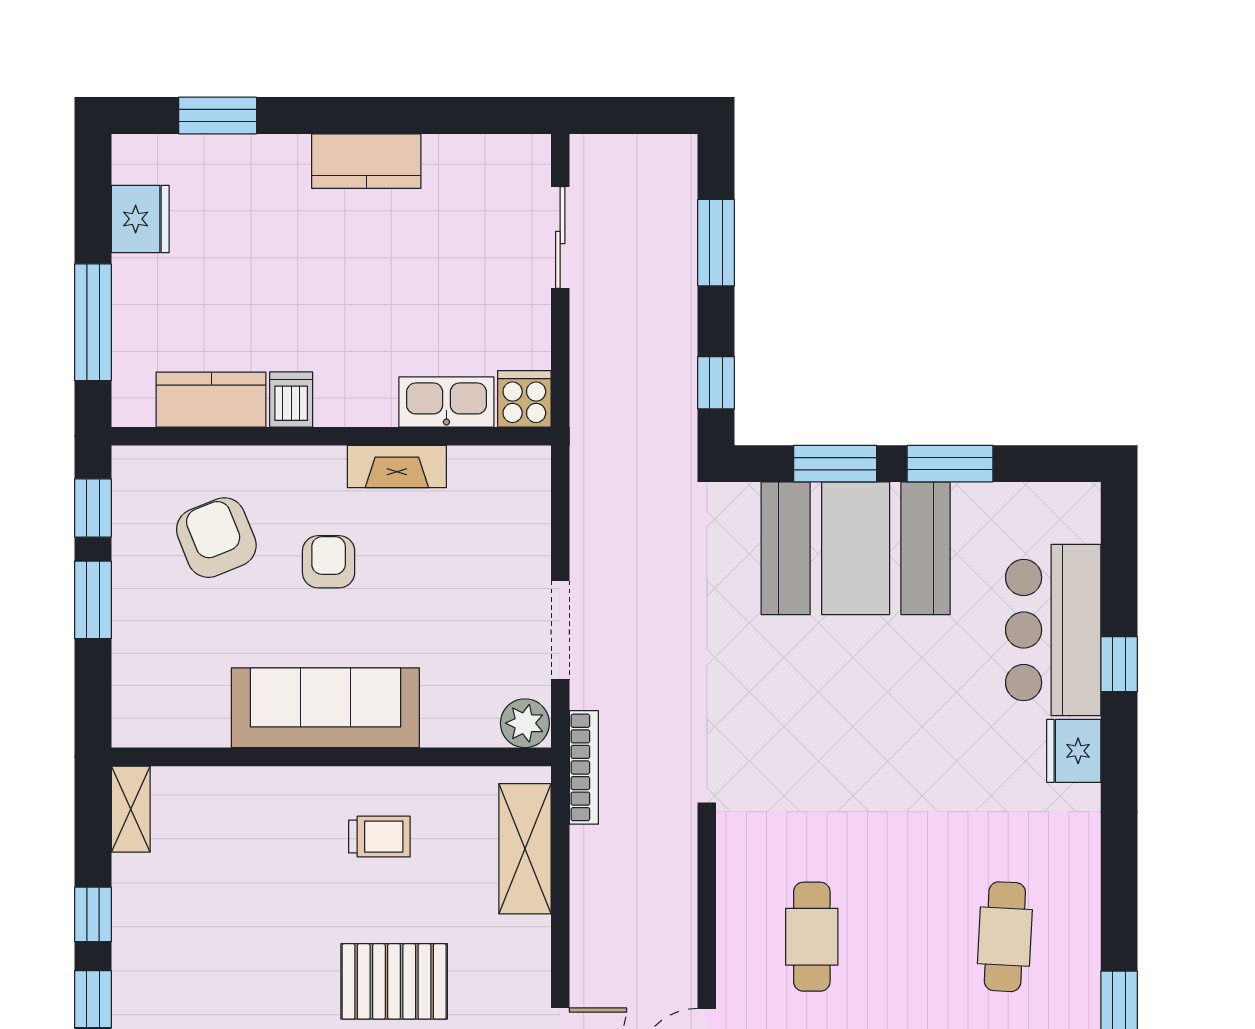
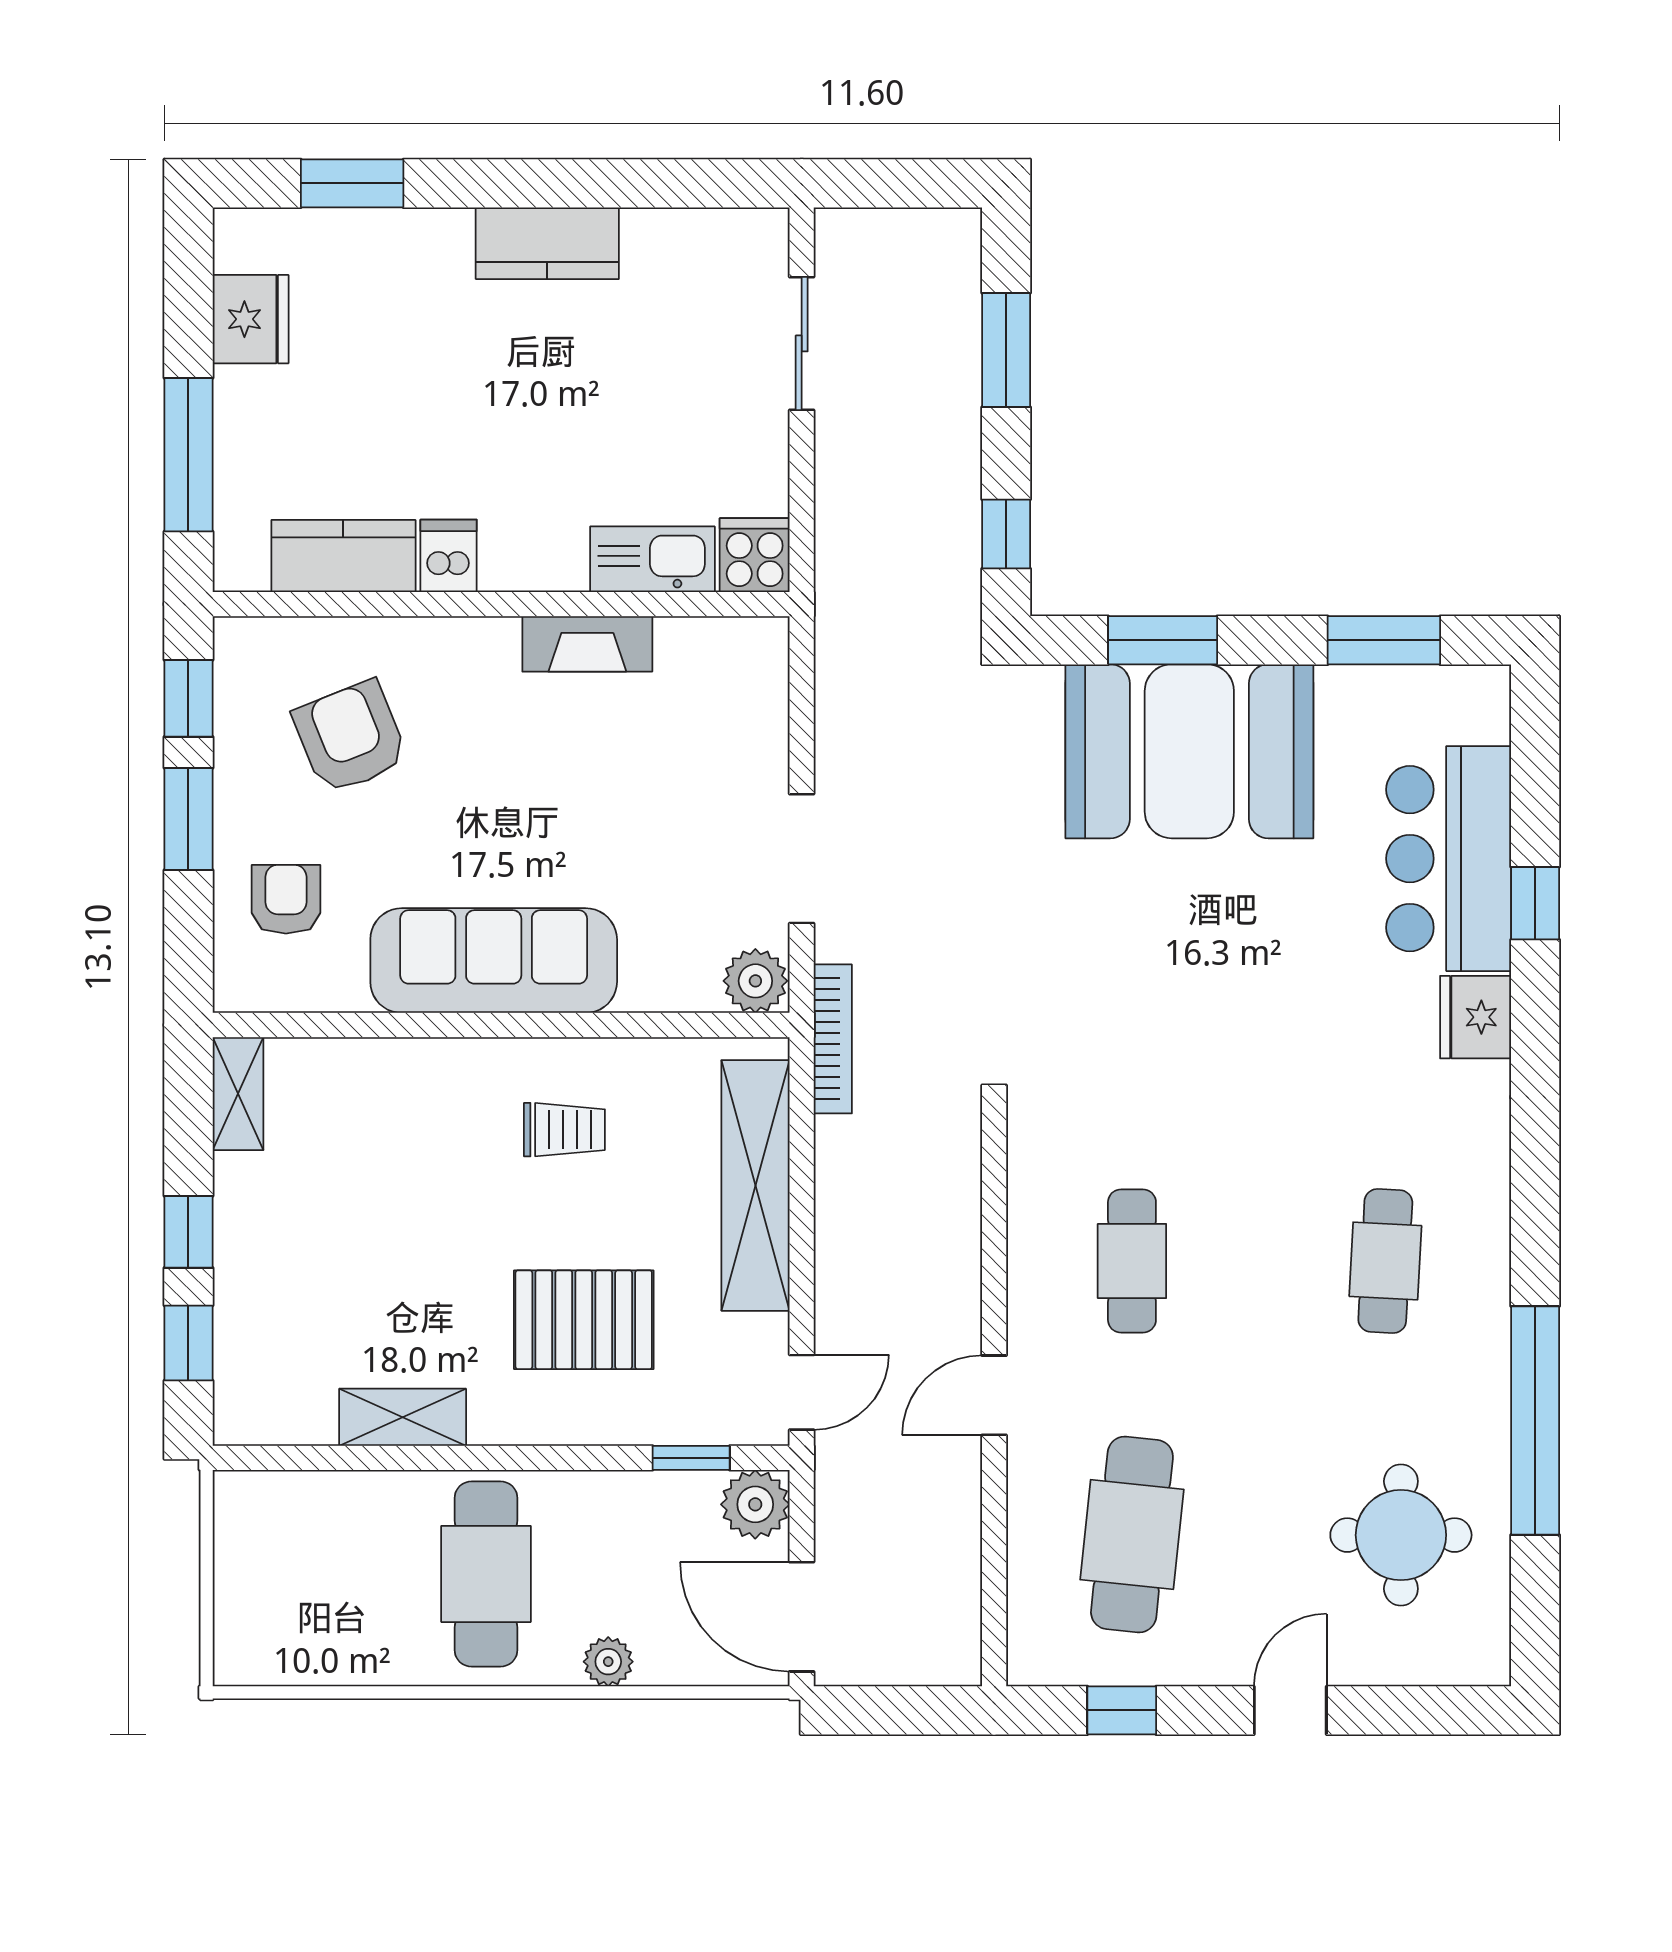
window: (950, 464) -> (1384, 640), moved
armchair: (329, 562) -> (286, 899), moved
shelving: (525, 849) -> (756, 1185), width x1.47

